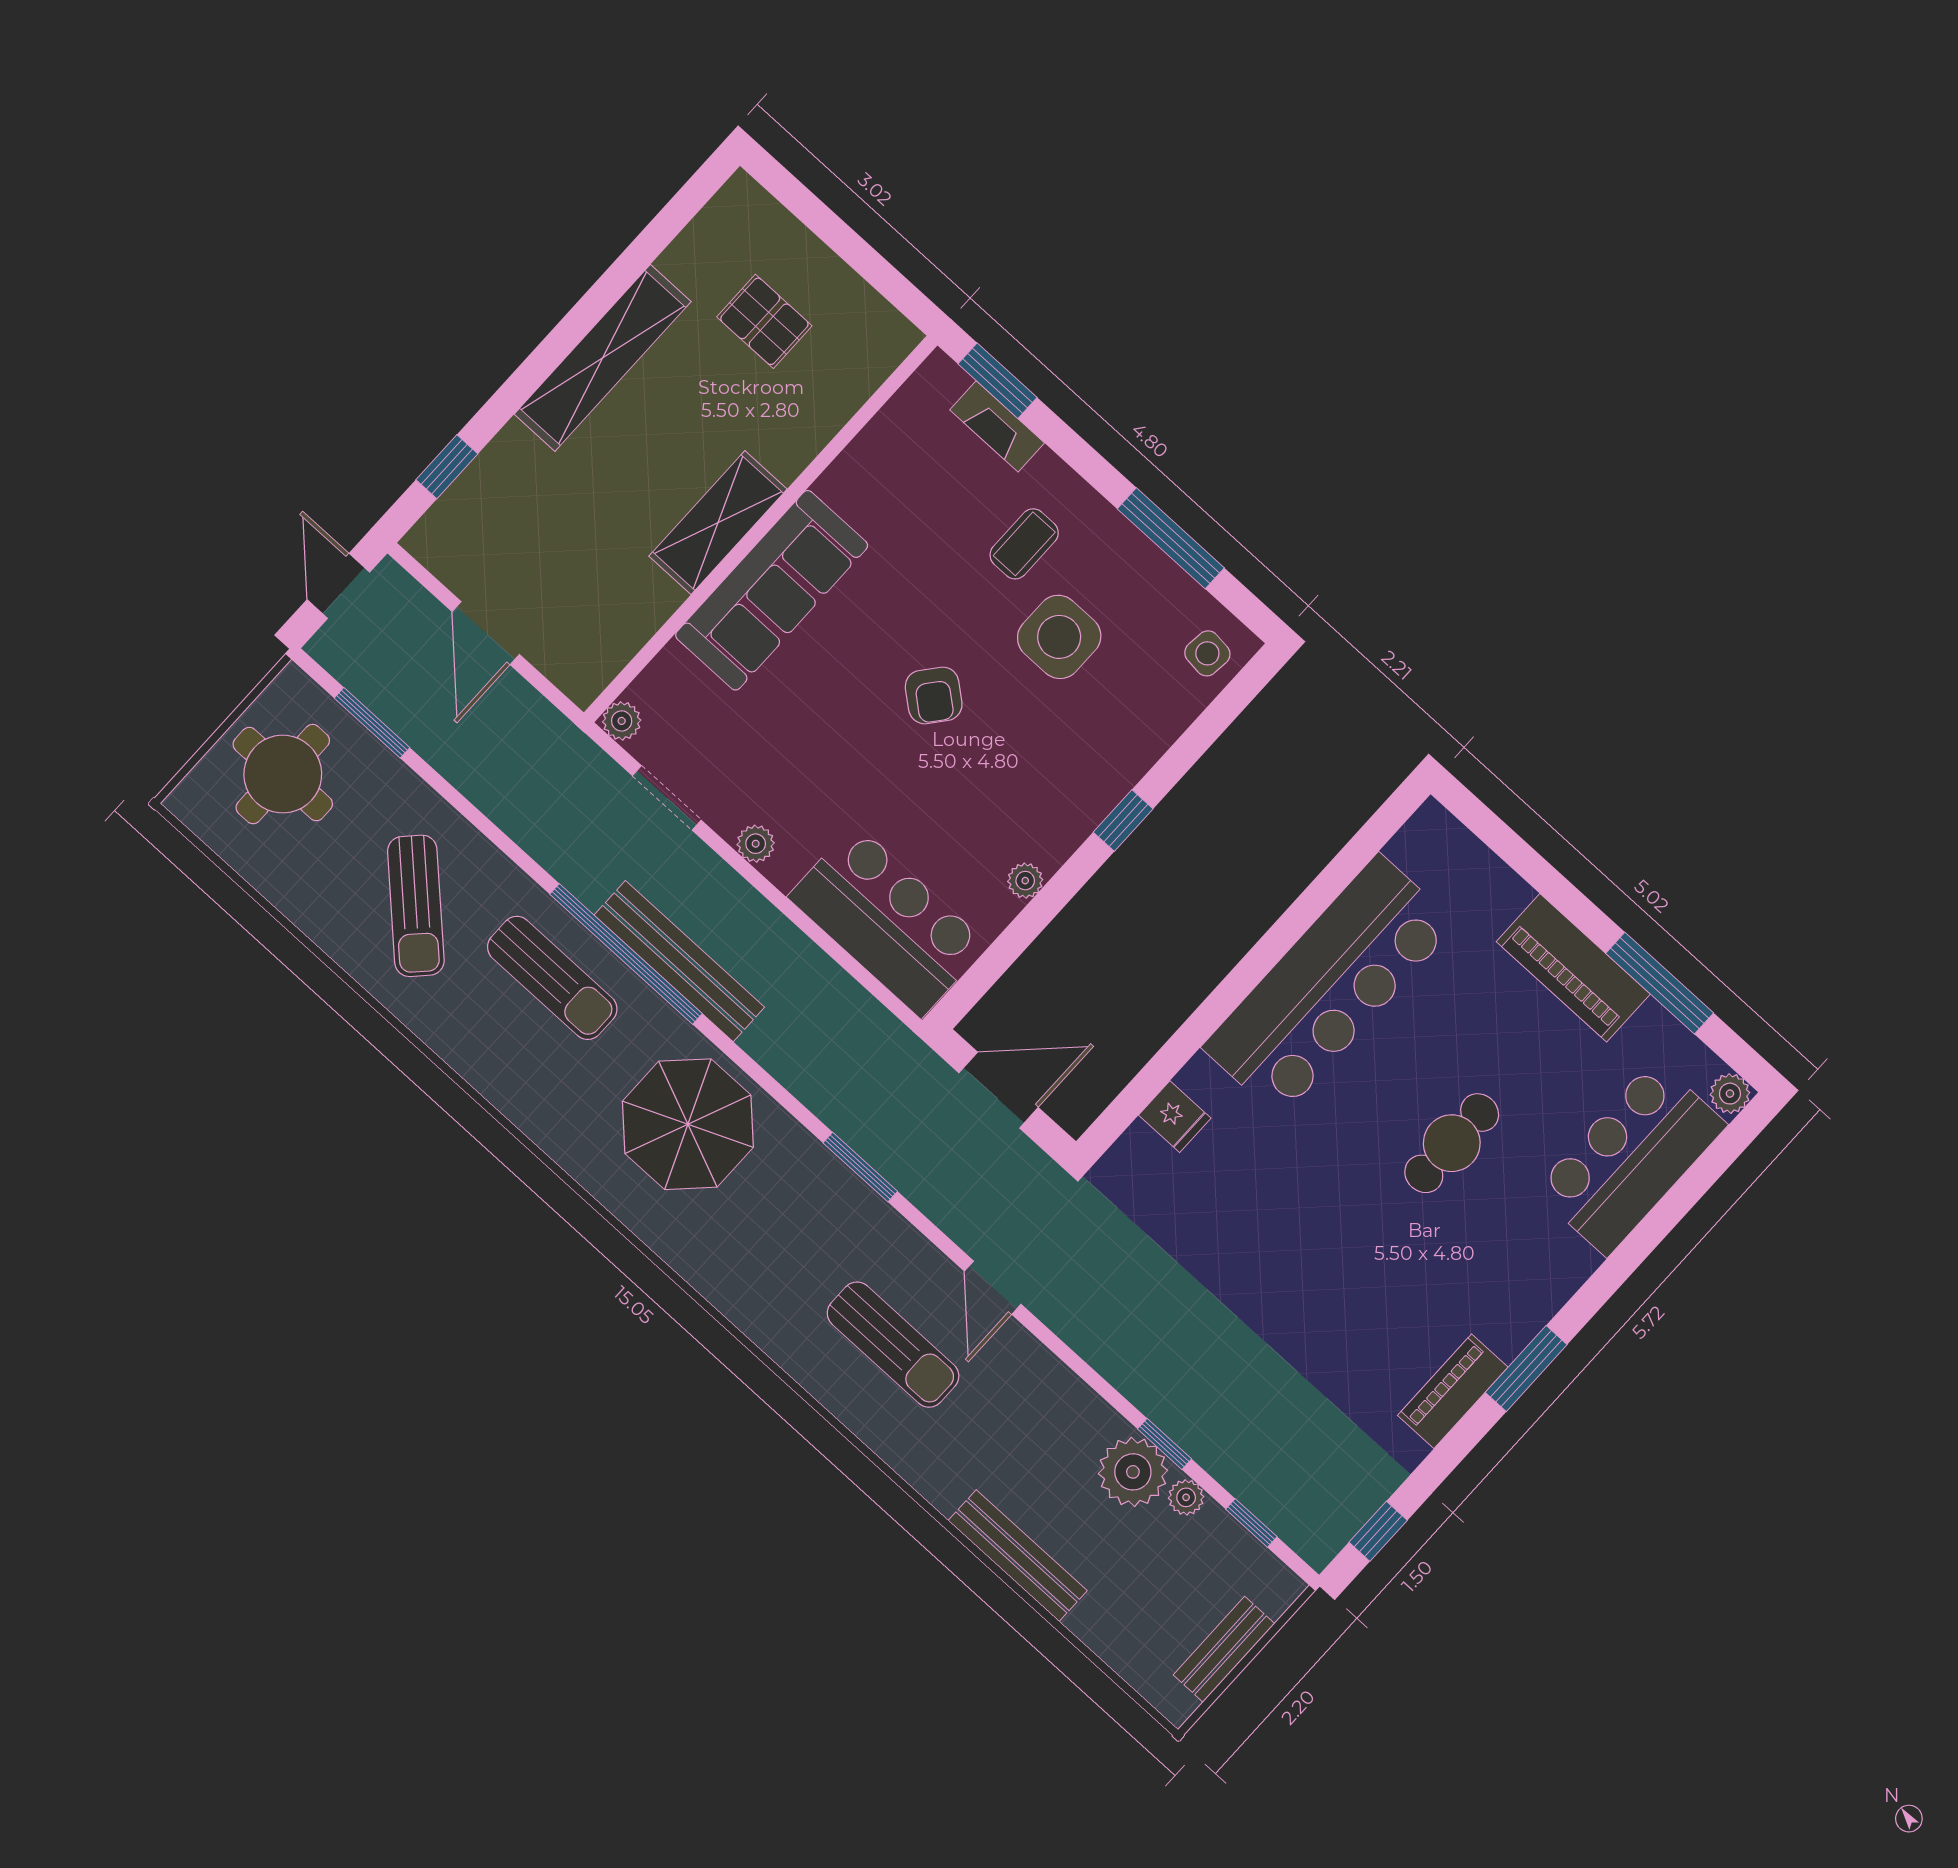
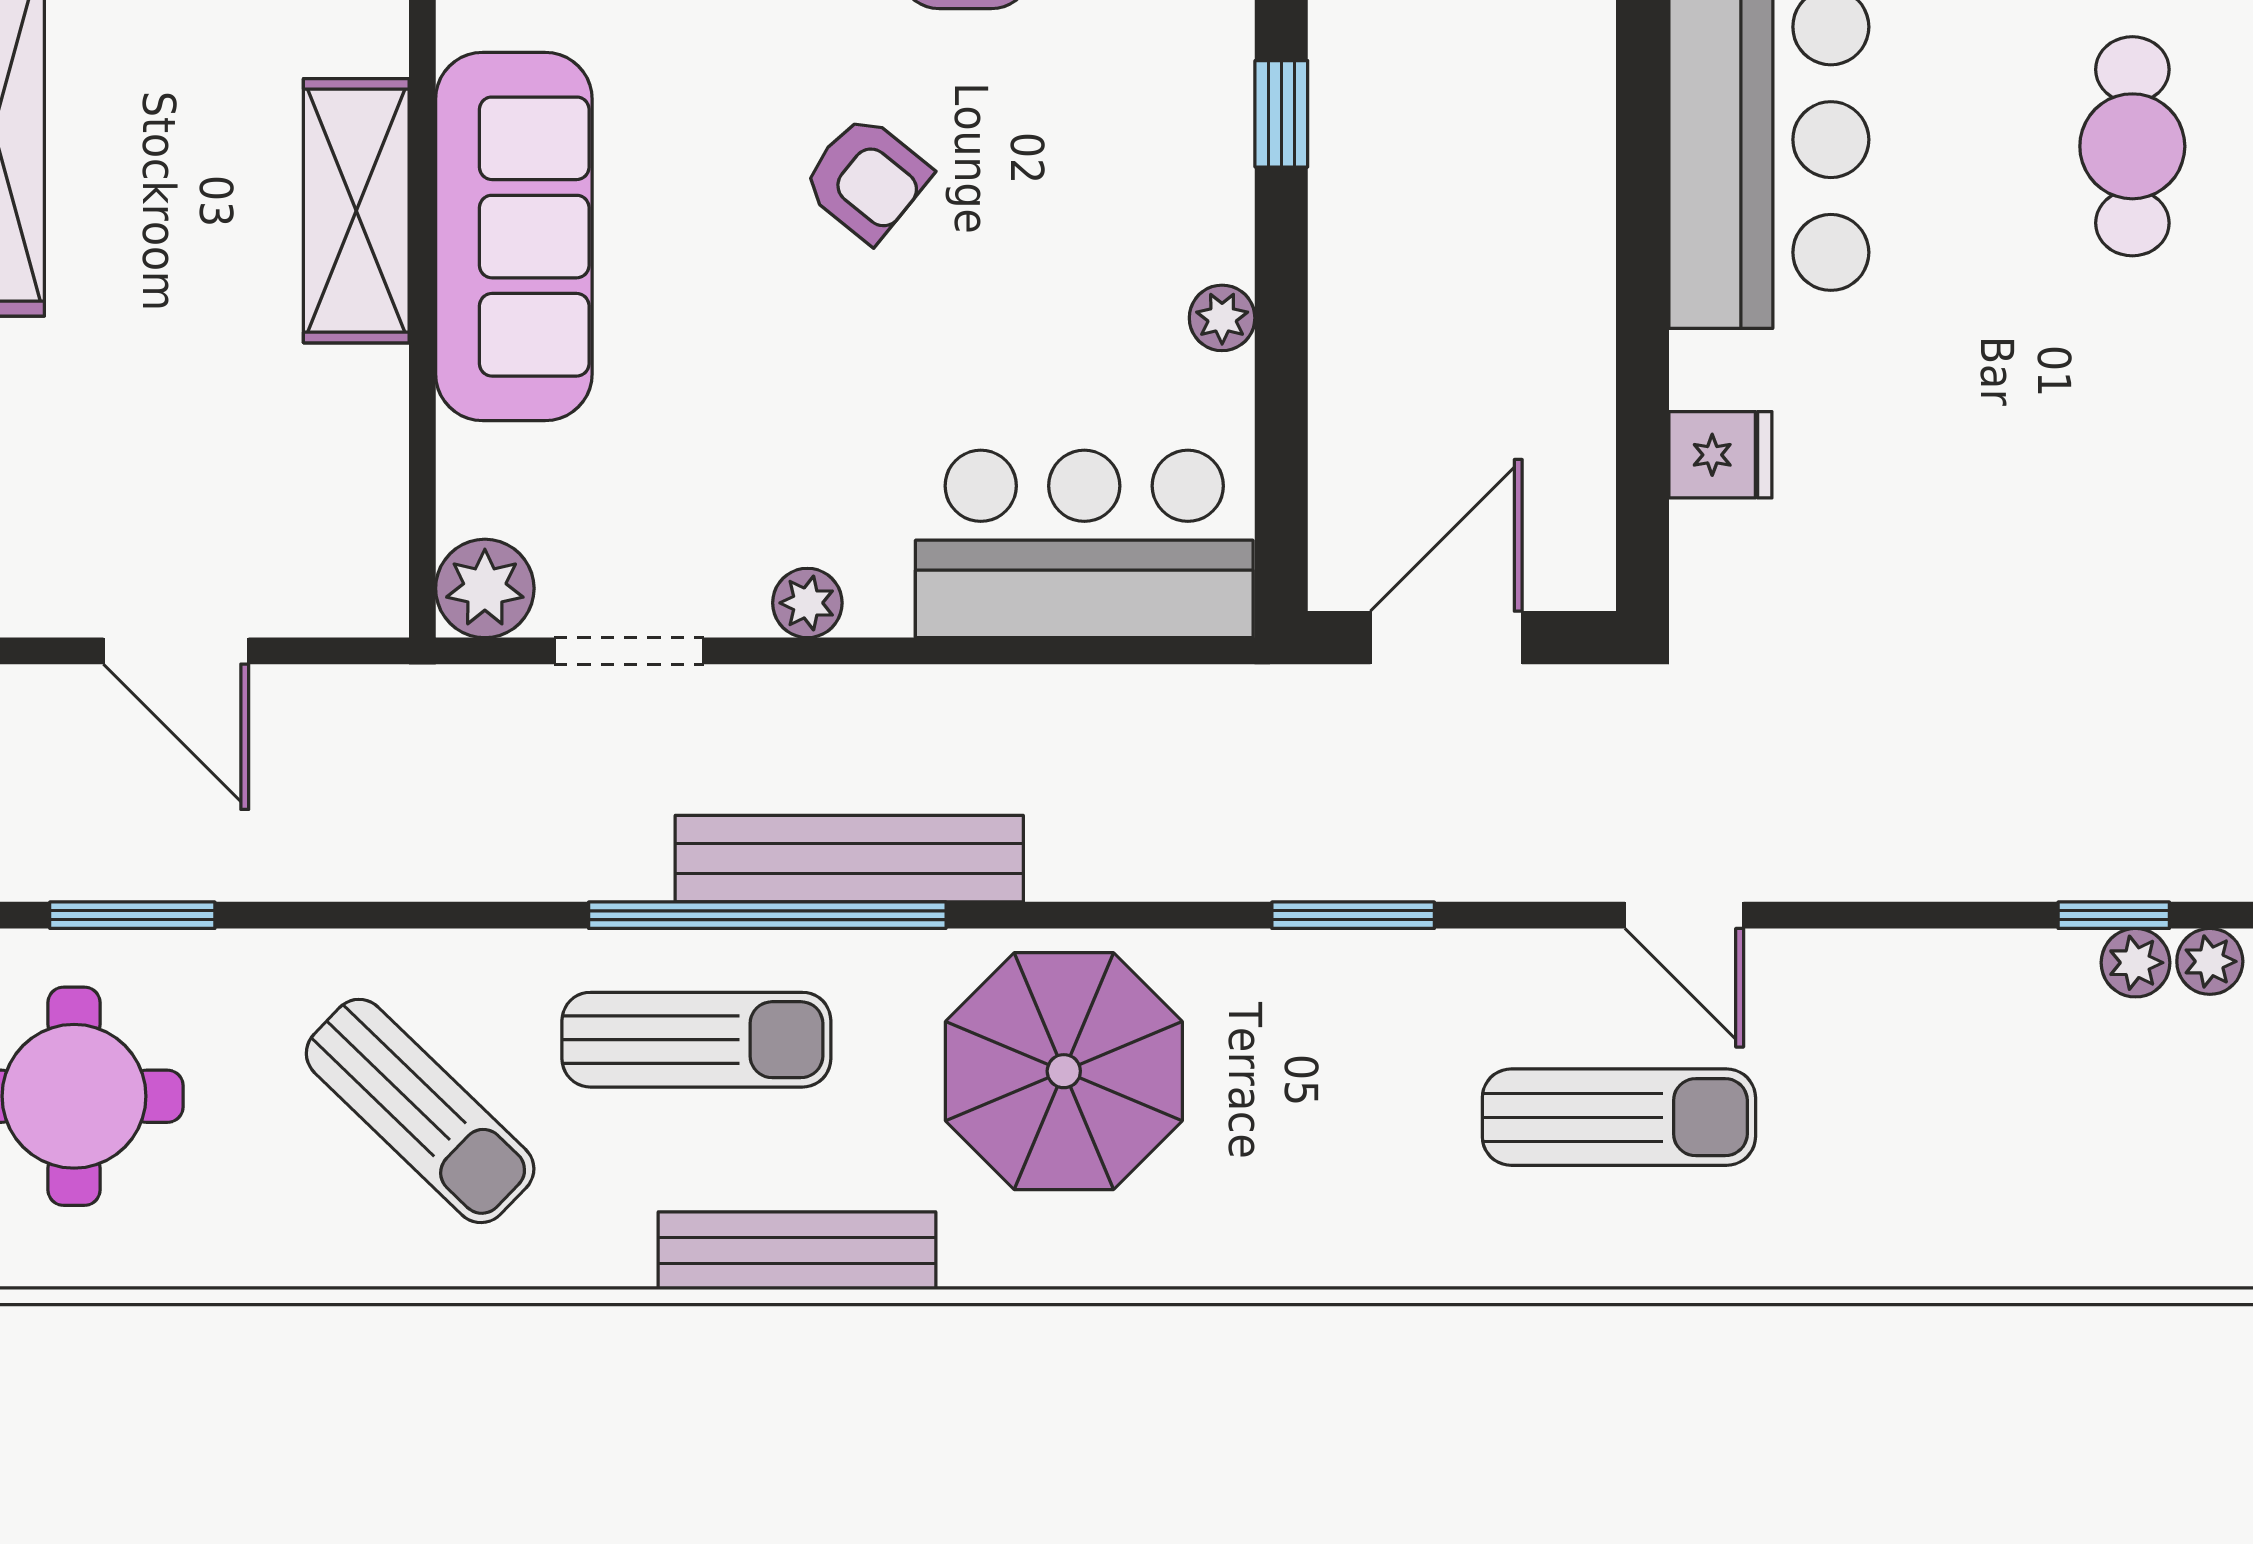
plant: (622, 721) -> (485, 588), width x1.38, depth x1.38
plant: (1133, 1472) -> (2135, 963), width x0.53, depth x0.53
bench: (1018, 1556) -> (797, 1251), moved

